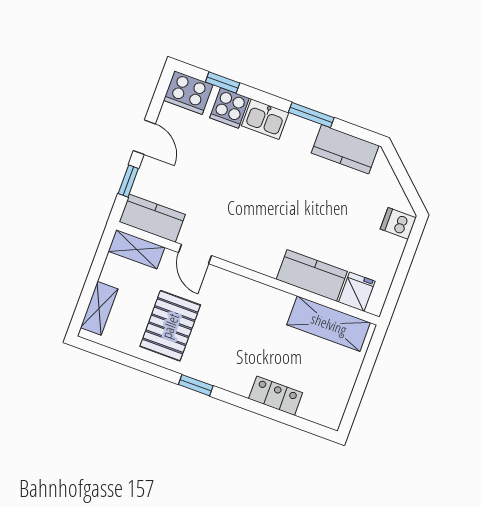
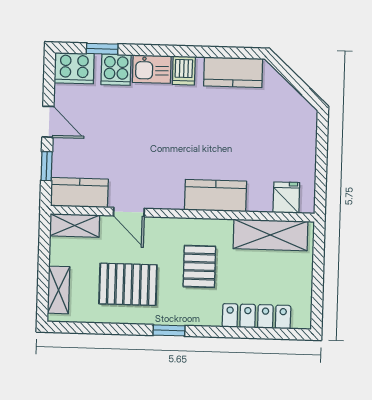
window: (311, 115) -> (192, 51), removed
dishwasher: (398, 223) -> (184, 71), moved, turned -90
kitchen counter: (312, 275) -> (216, 196), moved
pallet: (170, 326) -> (128, 284), turned 90
pallet: (247, 332) -> (199, 266), added
locker: (276, 396) -> (257, 316), width x1.53

